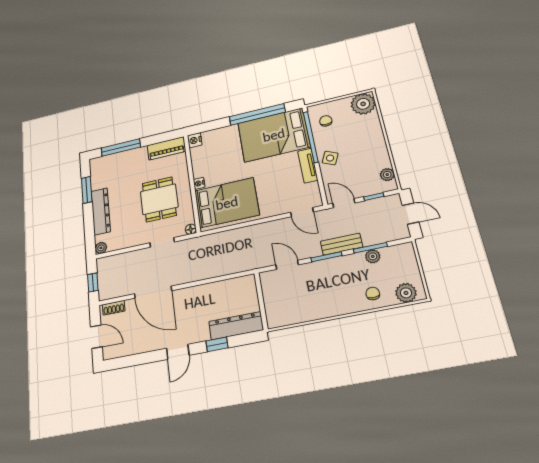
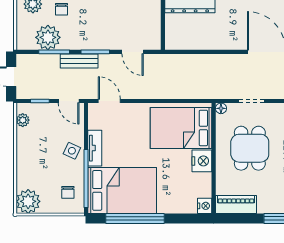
nightstand: (199, 183) -> (202, 161), width x1.89, depth x1.79
plant: (373, 256) -> (48, 37), width x1.87, depth x1.87

